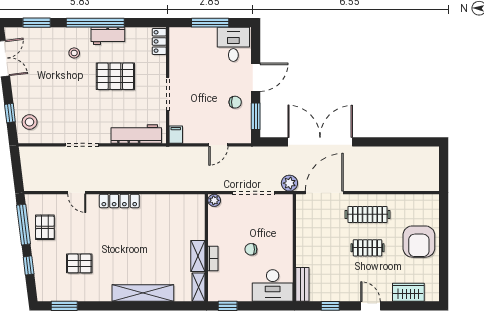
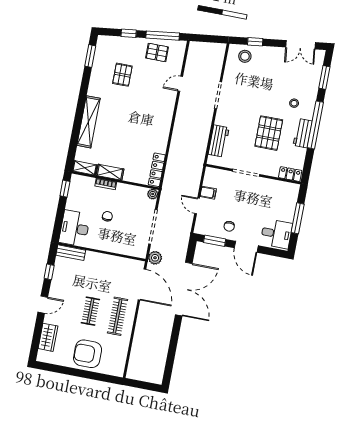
workbench: (136, 134) -> (219, 141), width x0.73
filing cabinet: (176, 135) -> (208, 193), moved
locker: (119, 201) -> (157, 170), moved

